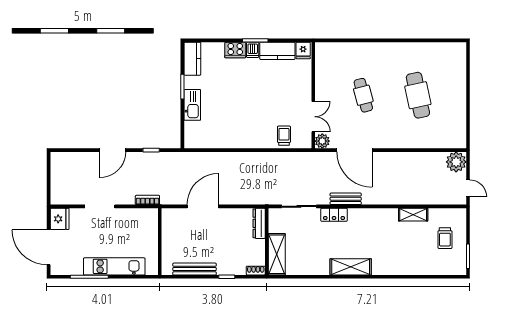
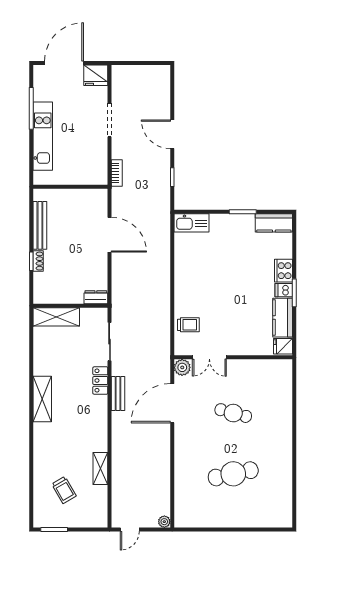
cafe table: (363, 95) -> (233, 413), turned 30
kitchen sink: (192, 105) -> (191, 223), moved
plant: (456, 162) -> (164, 522), width x0.53, depth x0.53
dresser: (259, 223) -> (96, 297), width x0.70
trolley: (445, 238) -> (64, 490), moved, turned -120
shoe rack: (256, 271) -> (38, 261), moved

